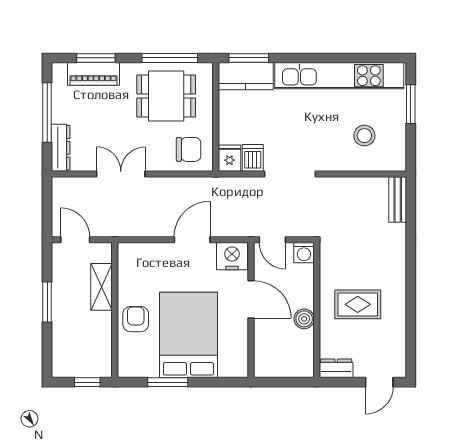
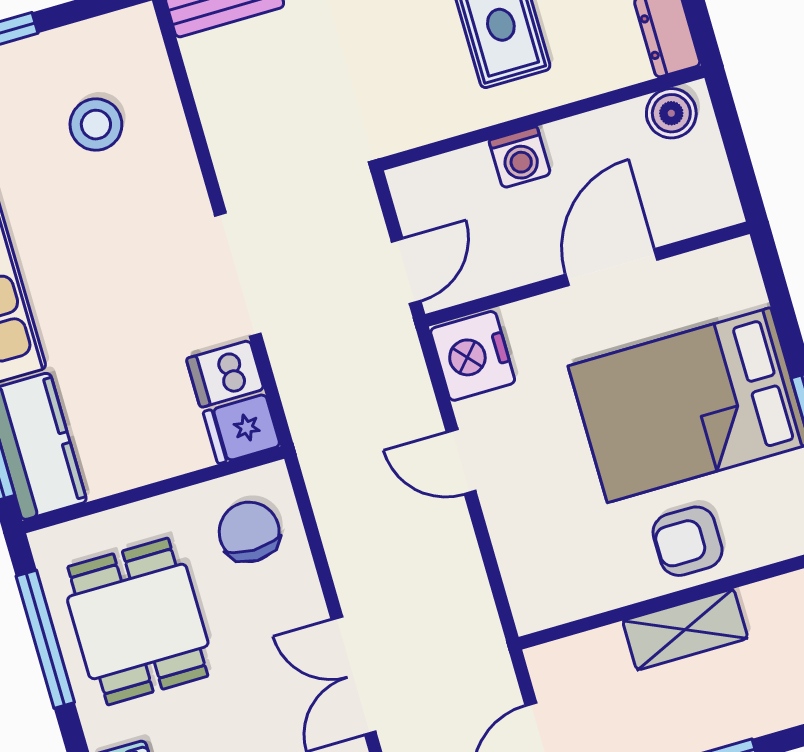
door: (192, 240) -> (461, 462), width x0.73
washing machine: (304, 253) -> (520, 157), moved, turned 90
shelving: (102, 287) -> (685, 630), moved
door: (251, 299) -> (612, 267), moved
boiler: (304, 319) -> (671, 113), moved

